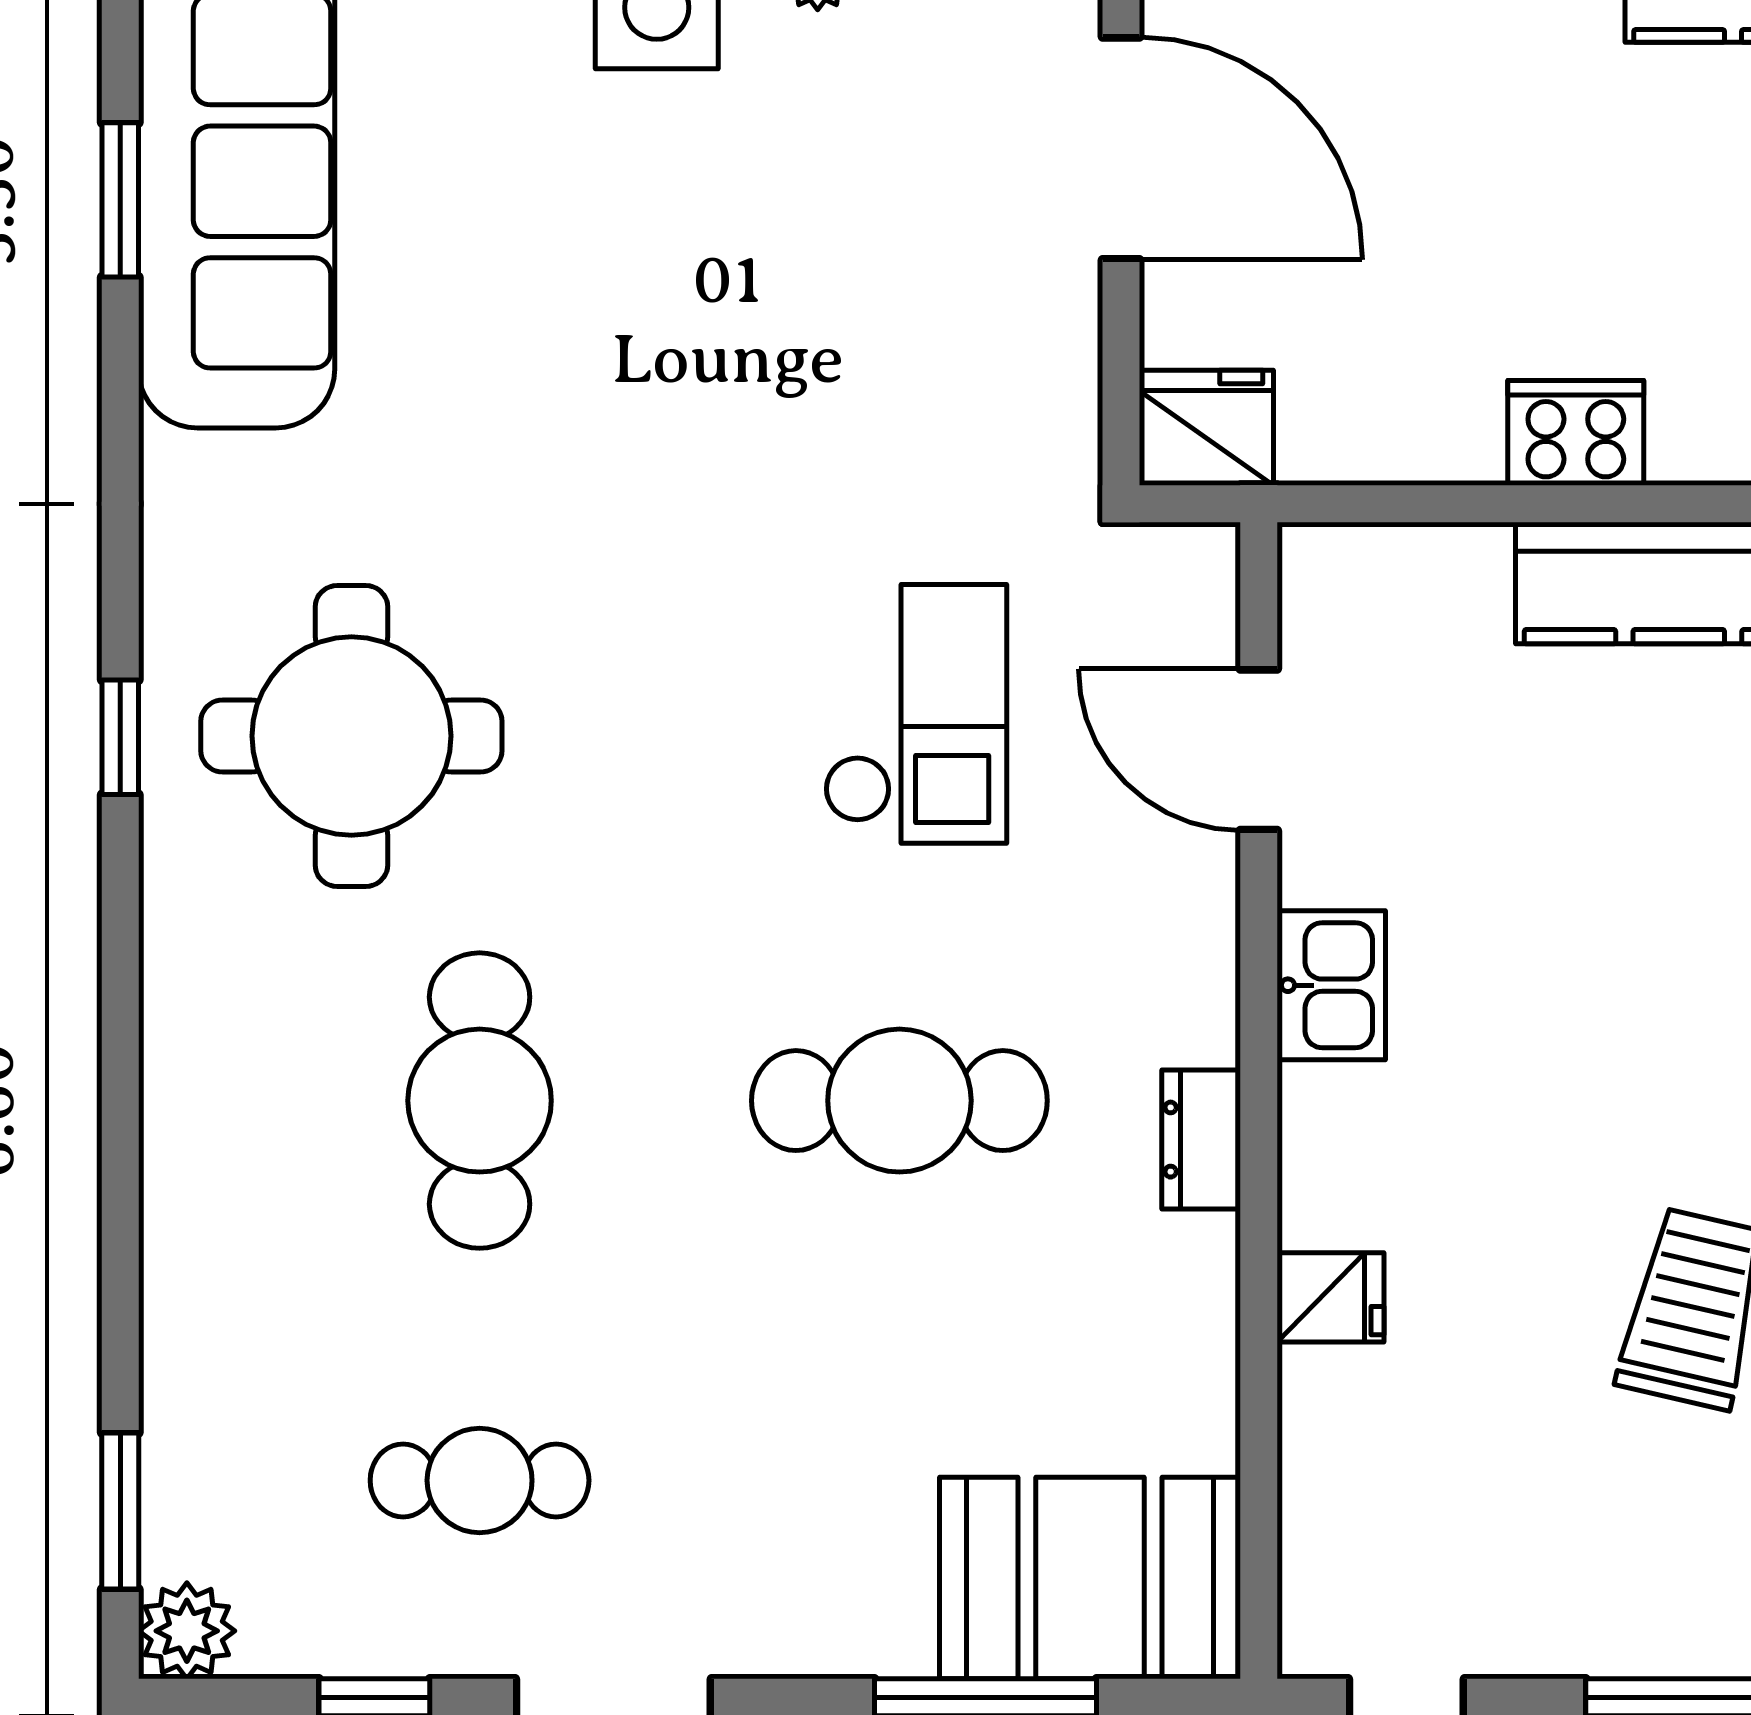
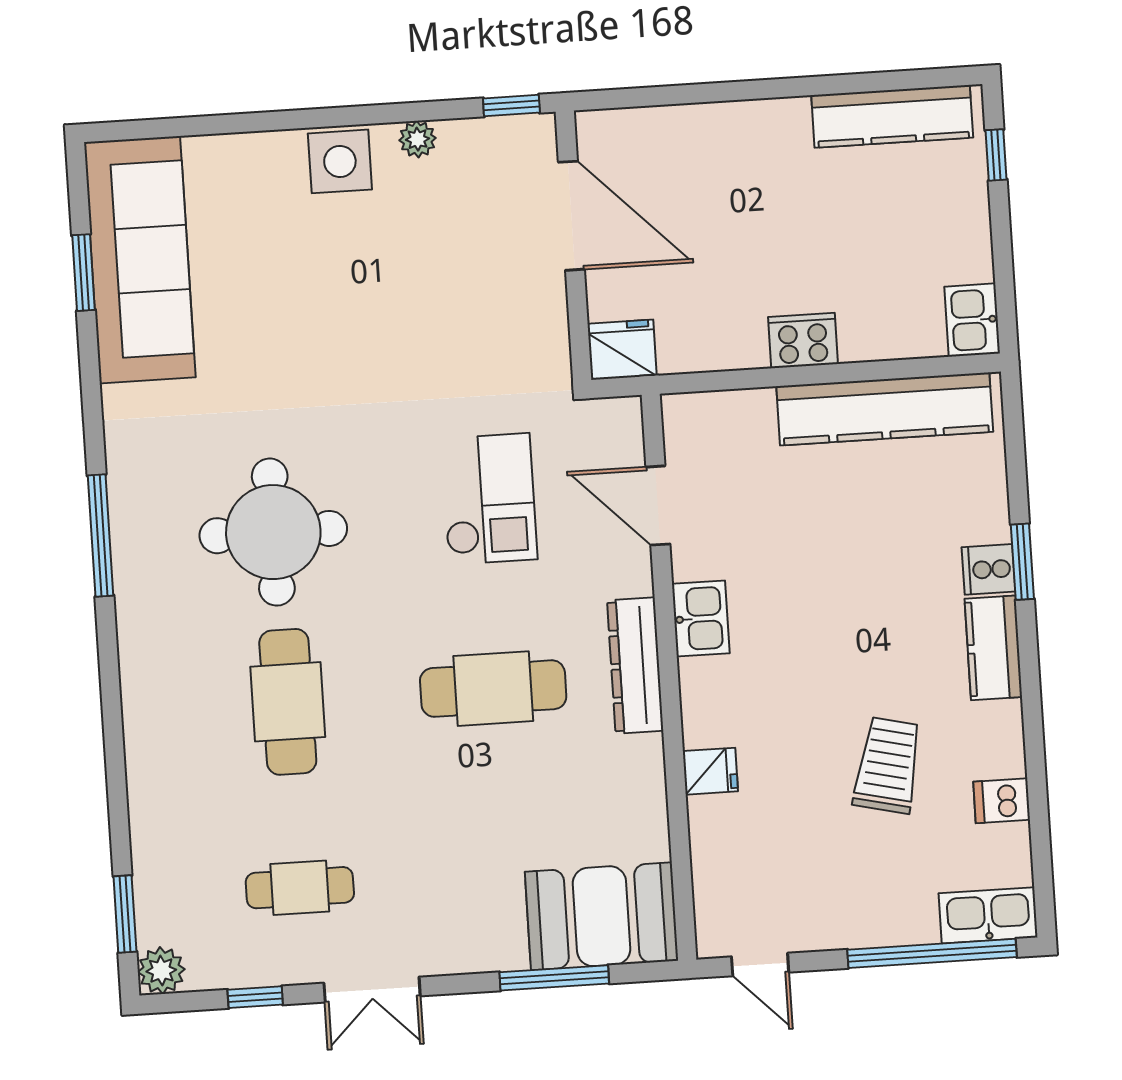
round table: (351, 736) -> (273, 532), moved
window: (120, 737) -> (100, 535), width x2.17
dresser: (1201, 1140) -> (635, 666), width x1.96, depth x1.24

